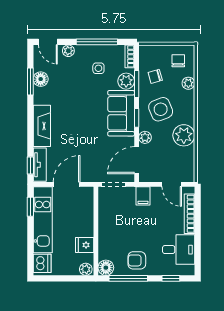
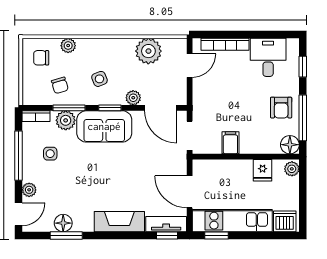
side table: (161, 109) -> (99, 79), width x0.54, depth x0.54
plant: (184, 135) -> (148, 51), moved
filing cabinet: (143, 196) -> (230, 143), moved, turned -90

